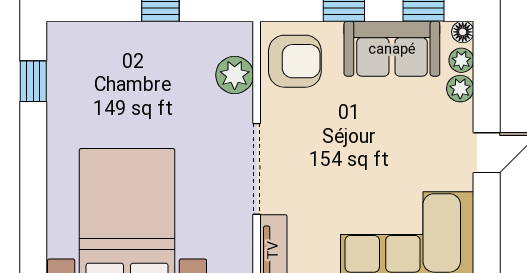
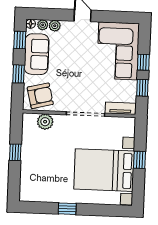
armchair: (295, 61) -> (40, 96), turned 76
window: (33, 81) -> (67, 209), moved

